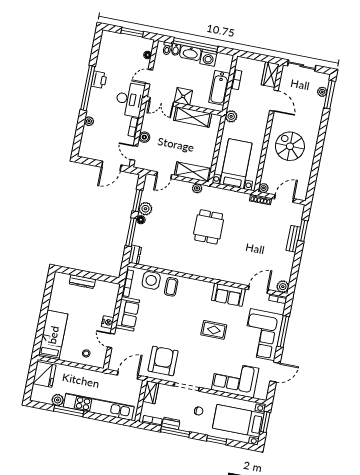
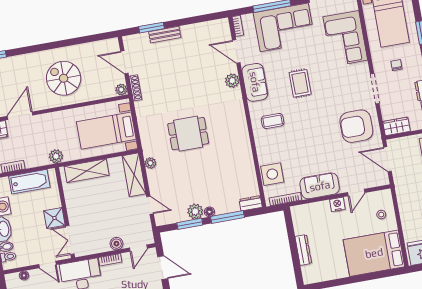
double door: (161, 102) -> (70, 240), swing flipped
shelving: (193, 117) -> (87, 171), moved, turned 90
spiral stairs: (290, 146) -> (64, 78), turned 90
coffee table: (171, 287) -> (273, 121), moved
plant: (283, 287) -> (232, 81), moved
bed: (53, 335) -> (374, 253), width x1.50

